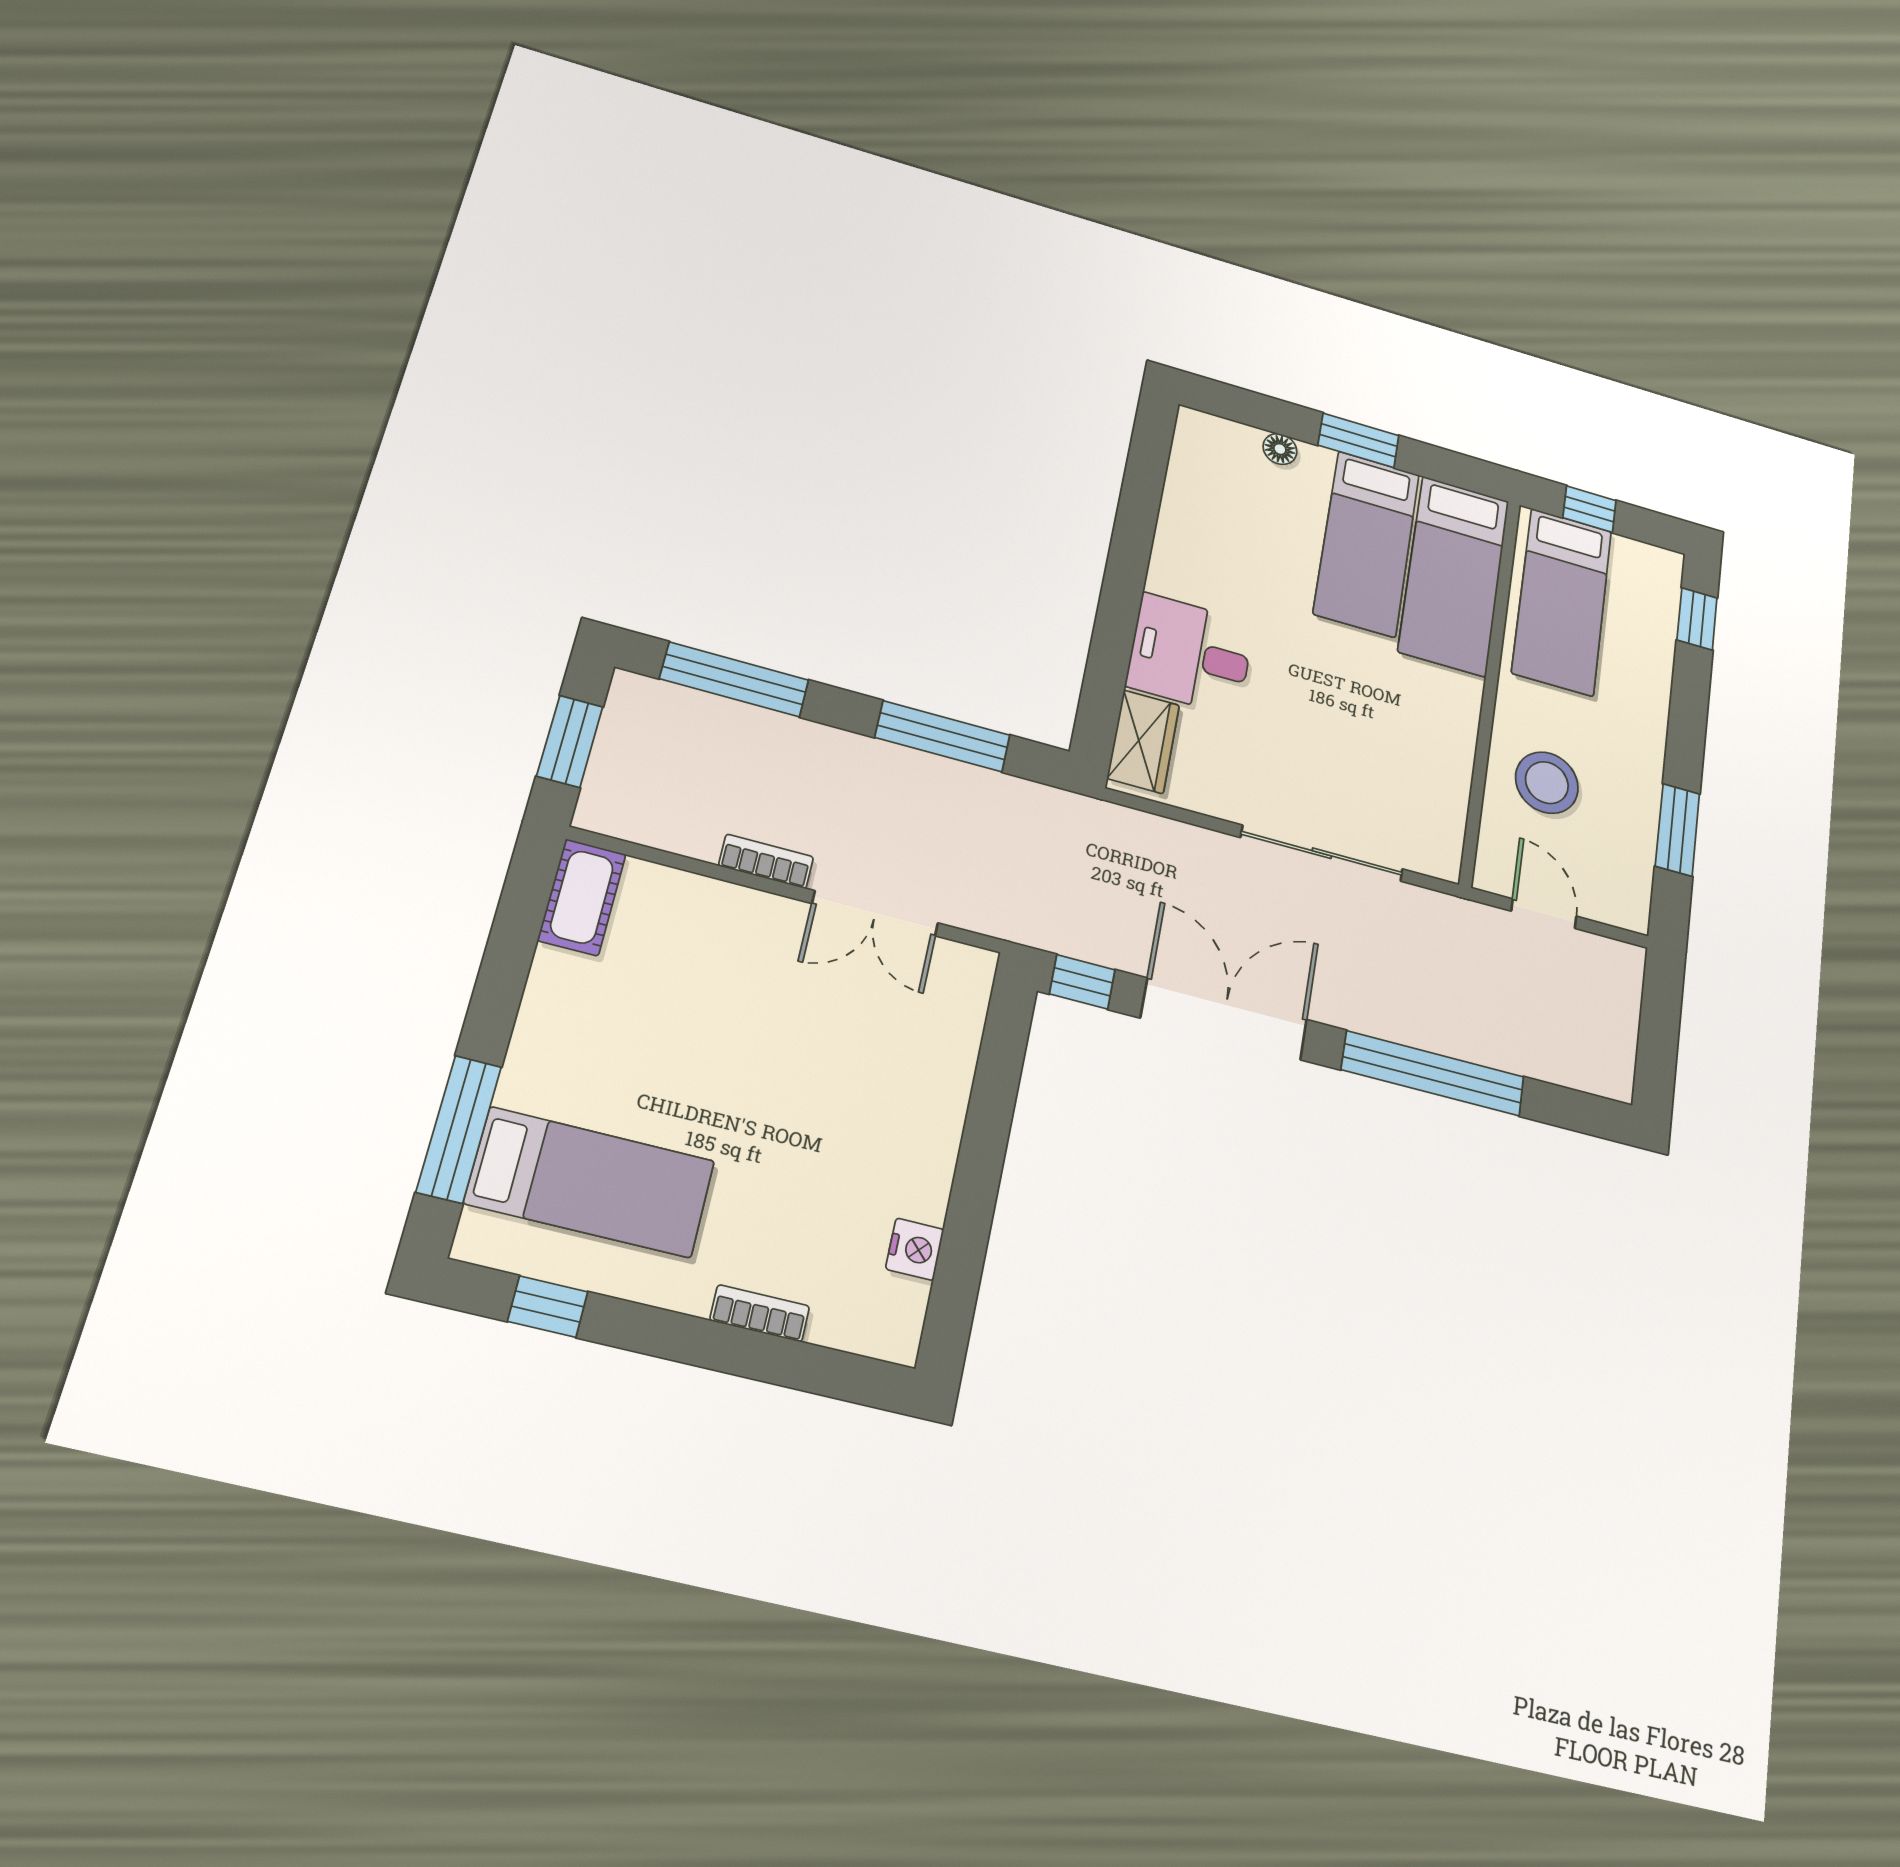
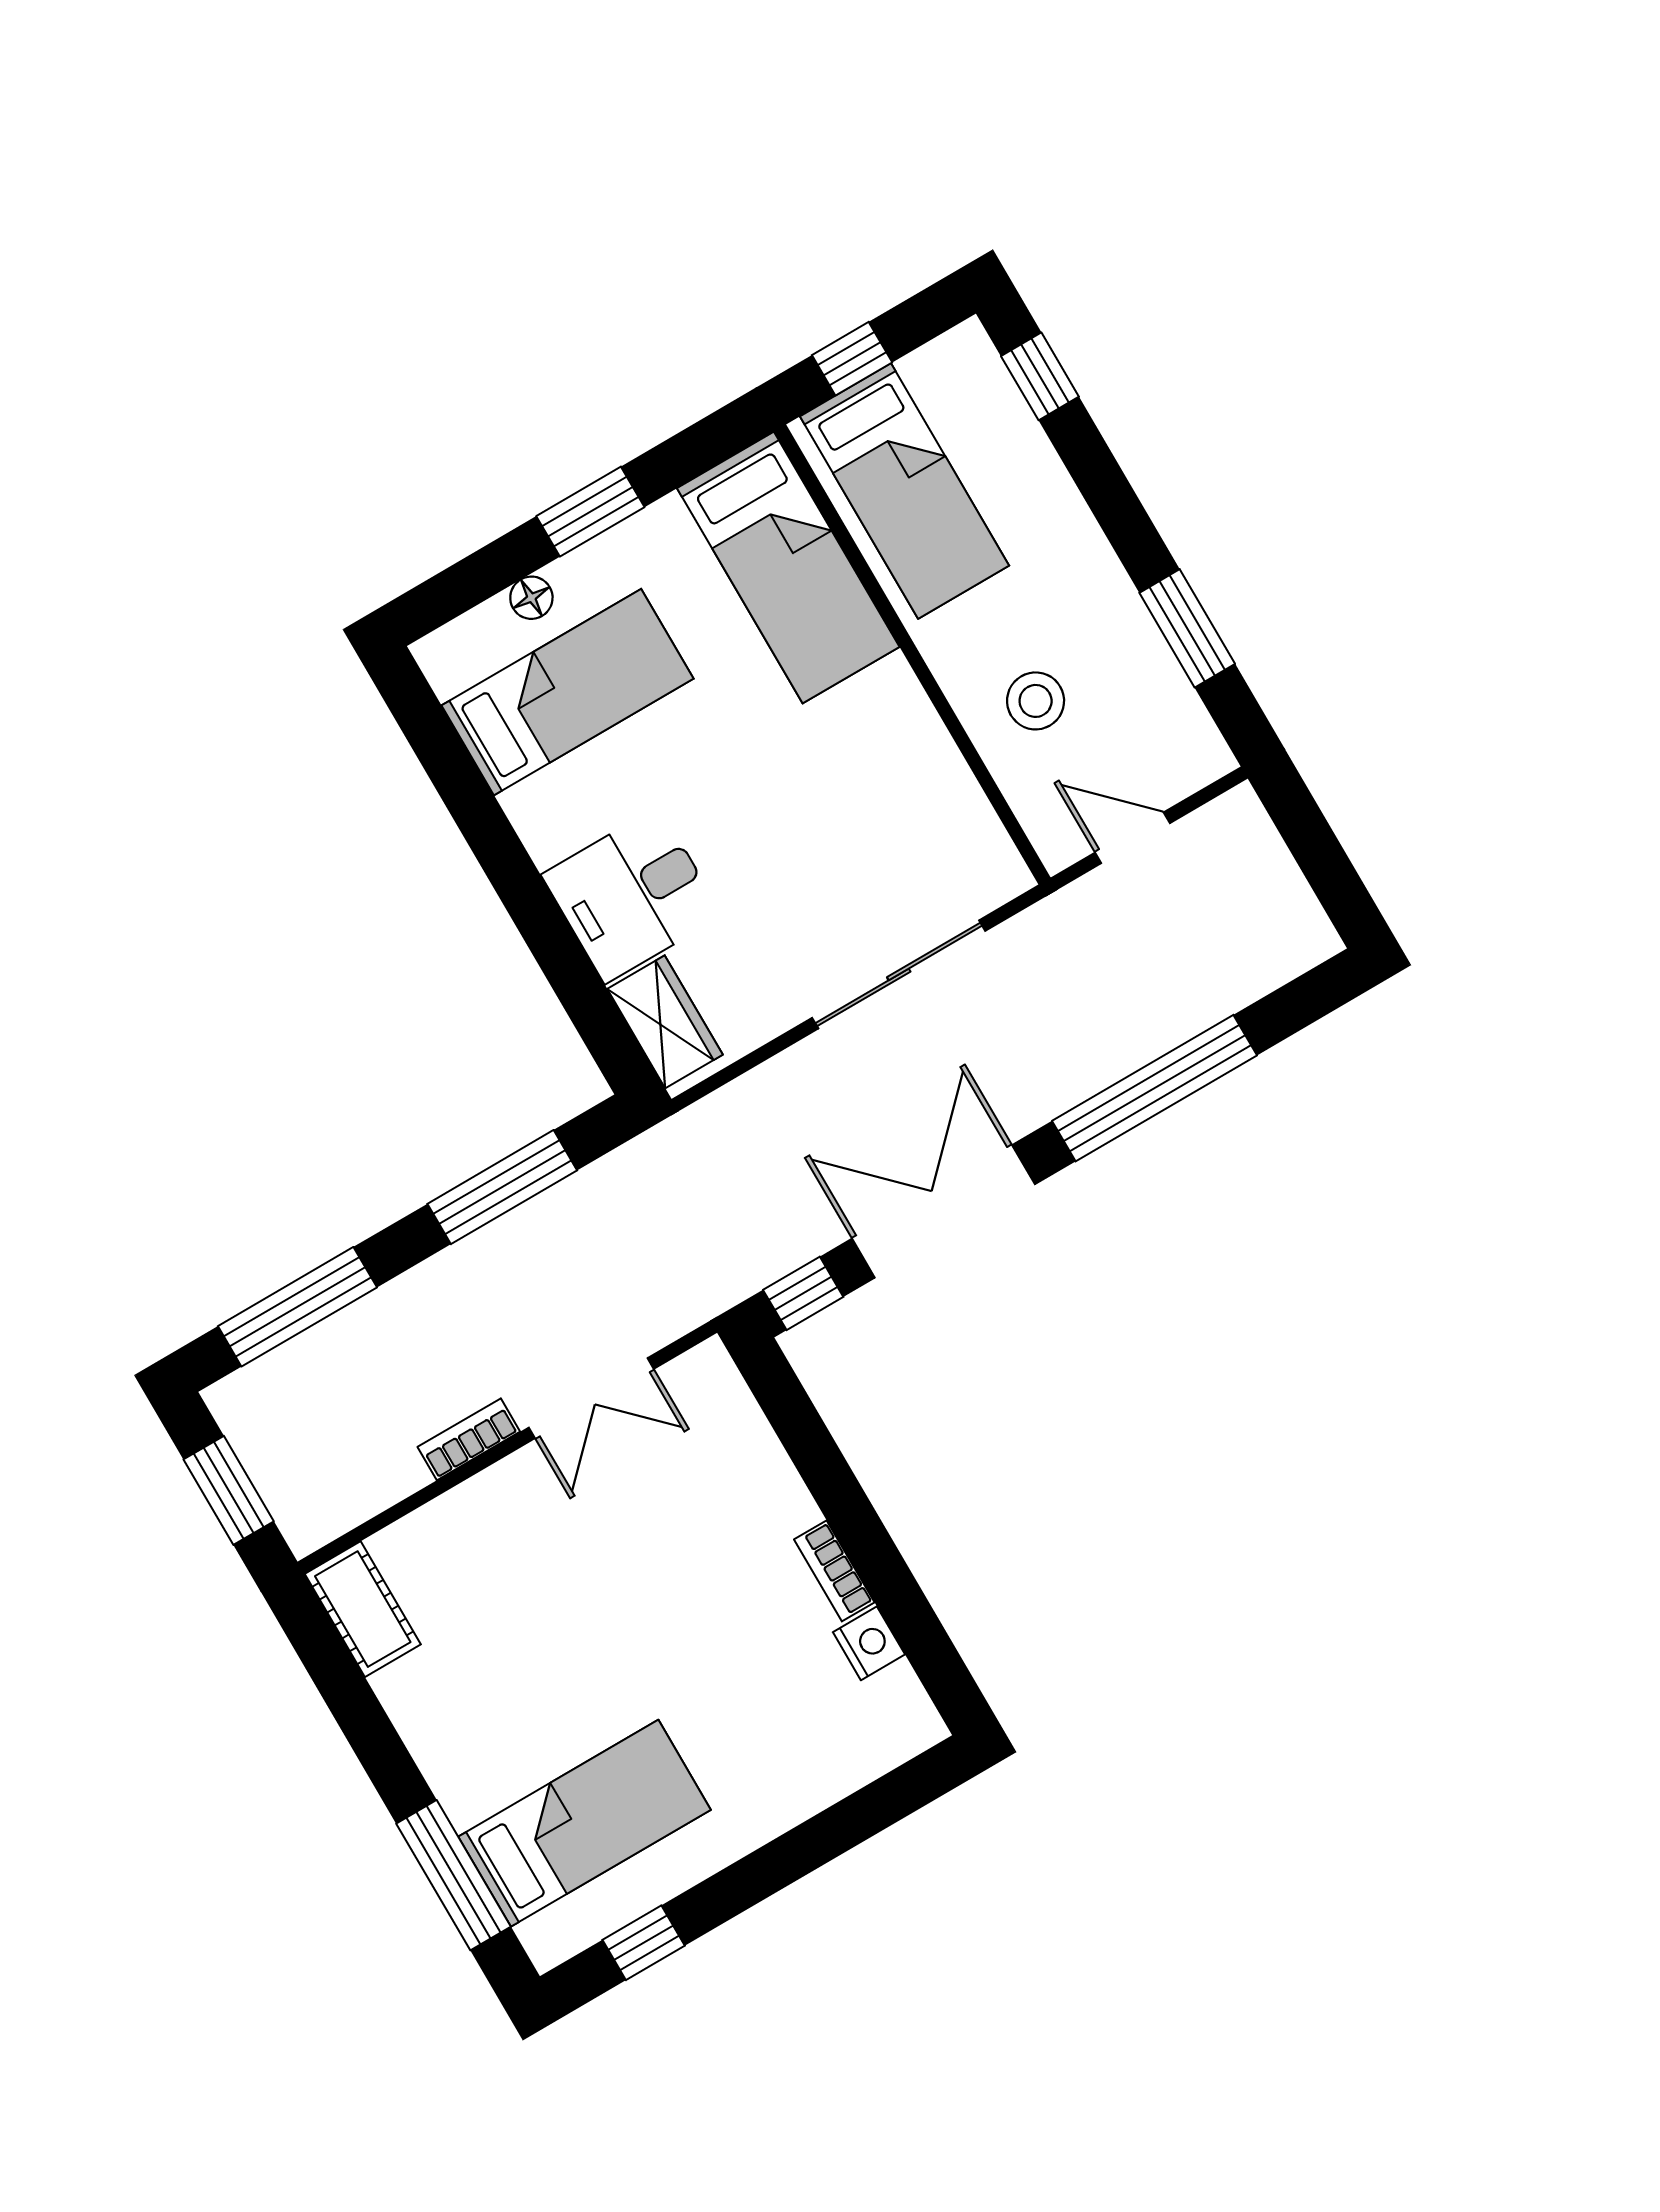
bed: (1367, 543) -> (568, 692), moved, turned -90
stool: (1547, 783) -> (1036, 701), width x0.73, depth x0.73
bookcase: (760, 1313) -> (834, 1571), moved, turned -90

